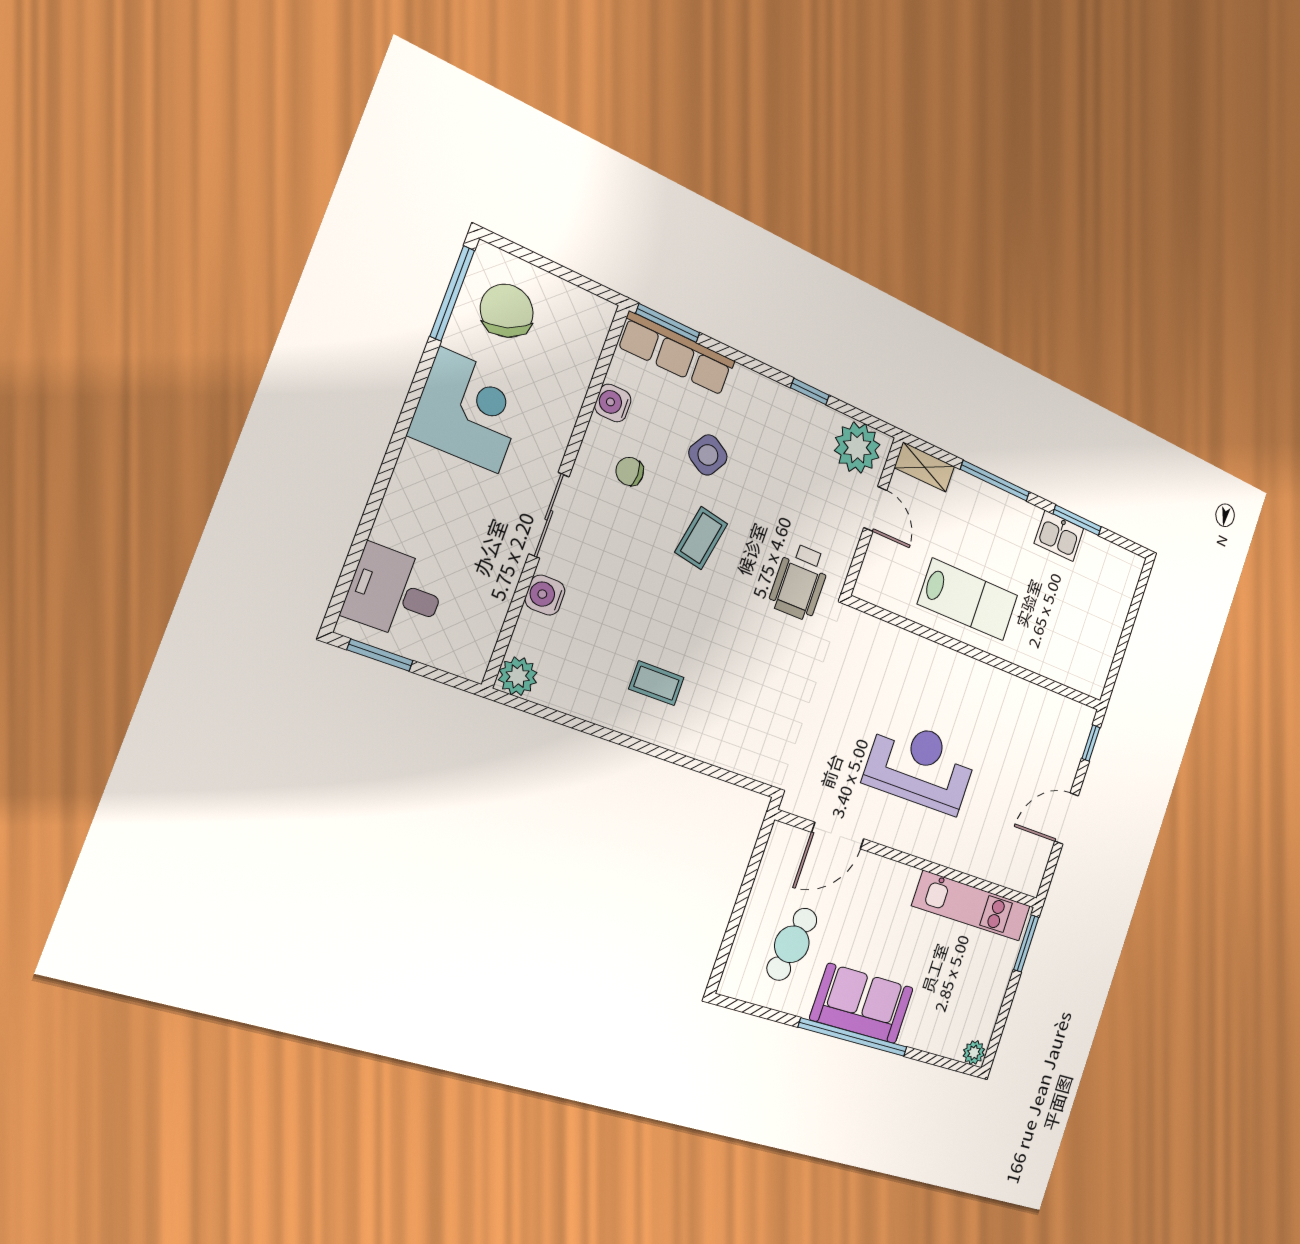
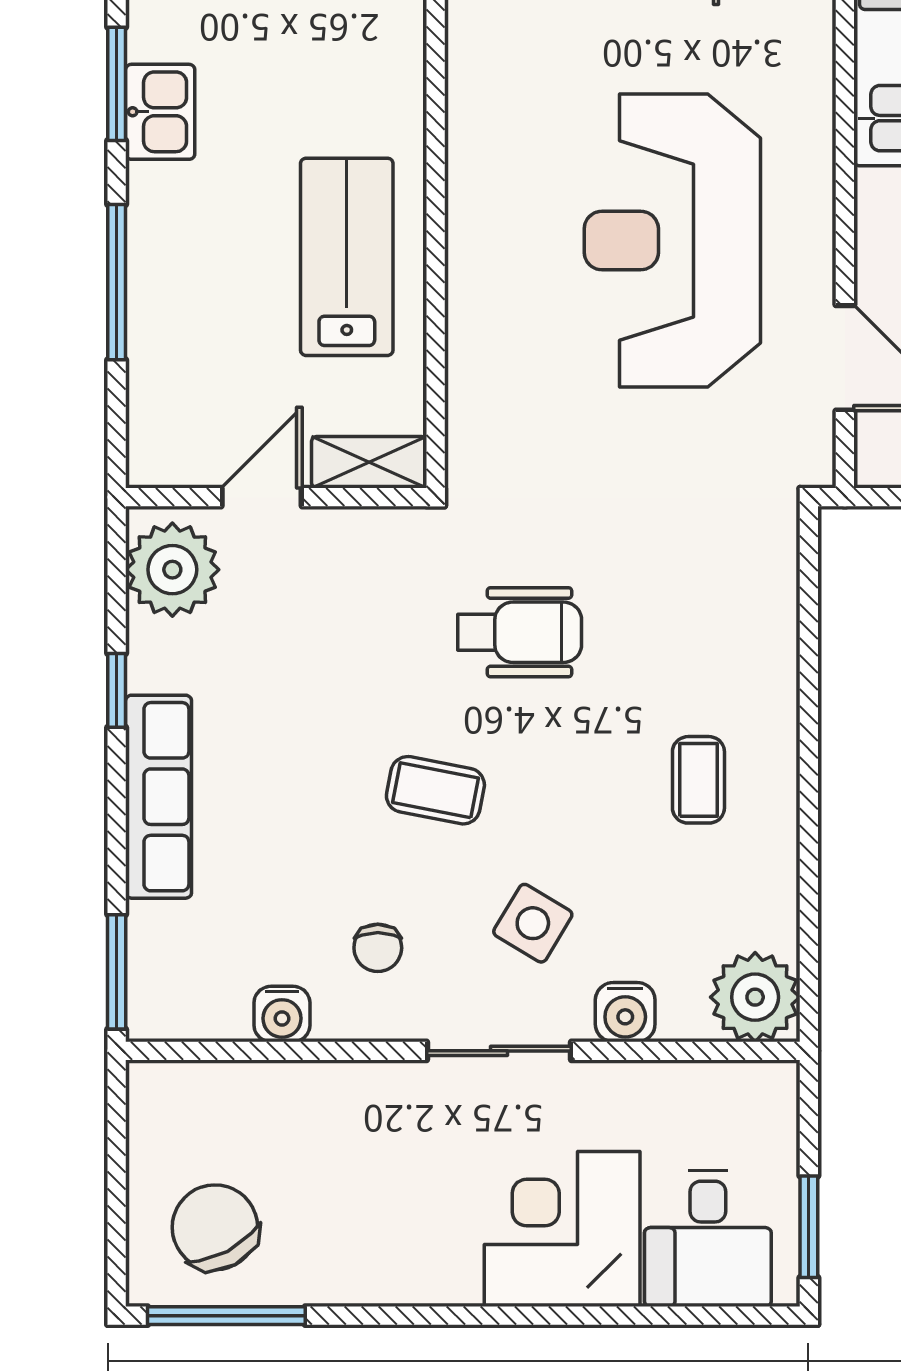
chair: (507, 311) -> (215, 1227), turned 84
row of seats: (676, 354) -> (159, 797), moved
corner desk: (469, 410) -> (562, 1229), moved
side table: (708, 455) -> (533, 923), moved
shelving: (924, 467) -> (369, 462), moved, turned 90
wheelchair: (800, 582) -> (520, 632), moved
plant: (518, 676) -> (755, 997), width x1.36, depth x1.36
reception desk: (921, 766) -> (672, 241), width x1.36, depth x1.30

